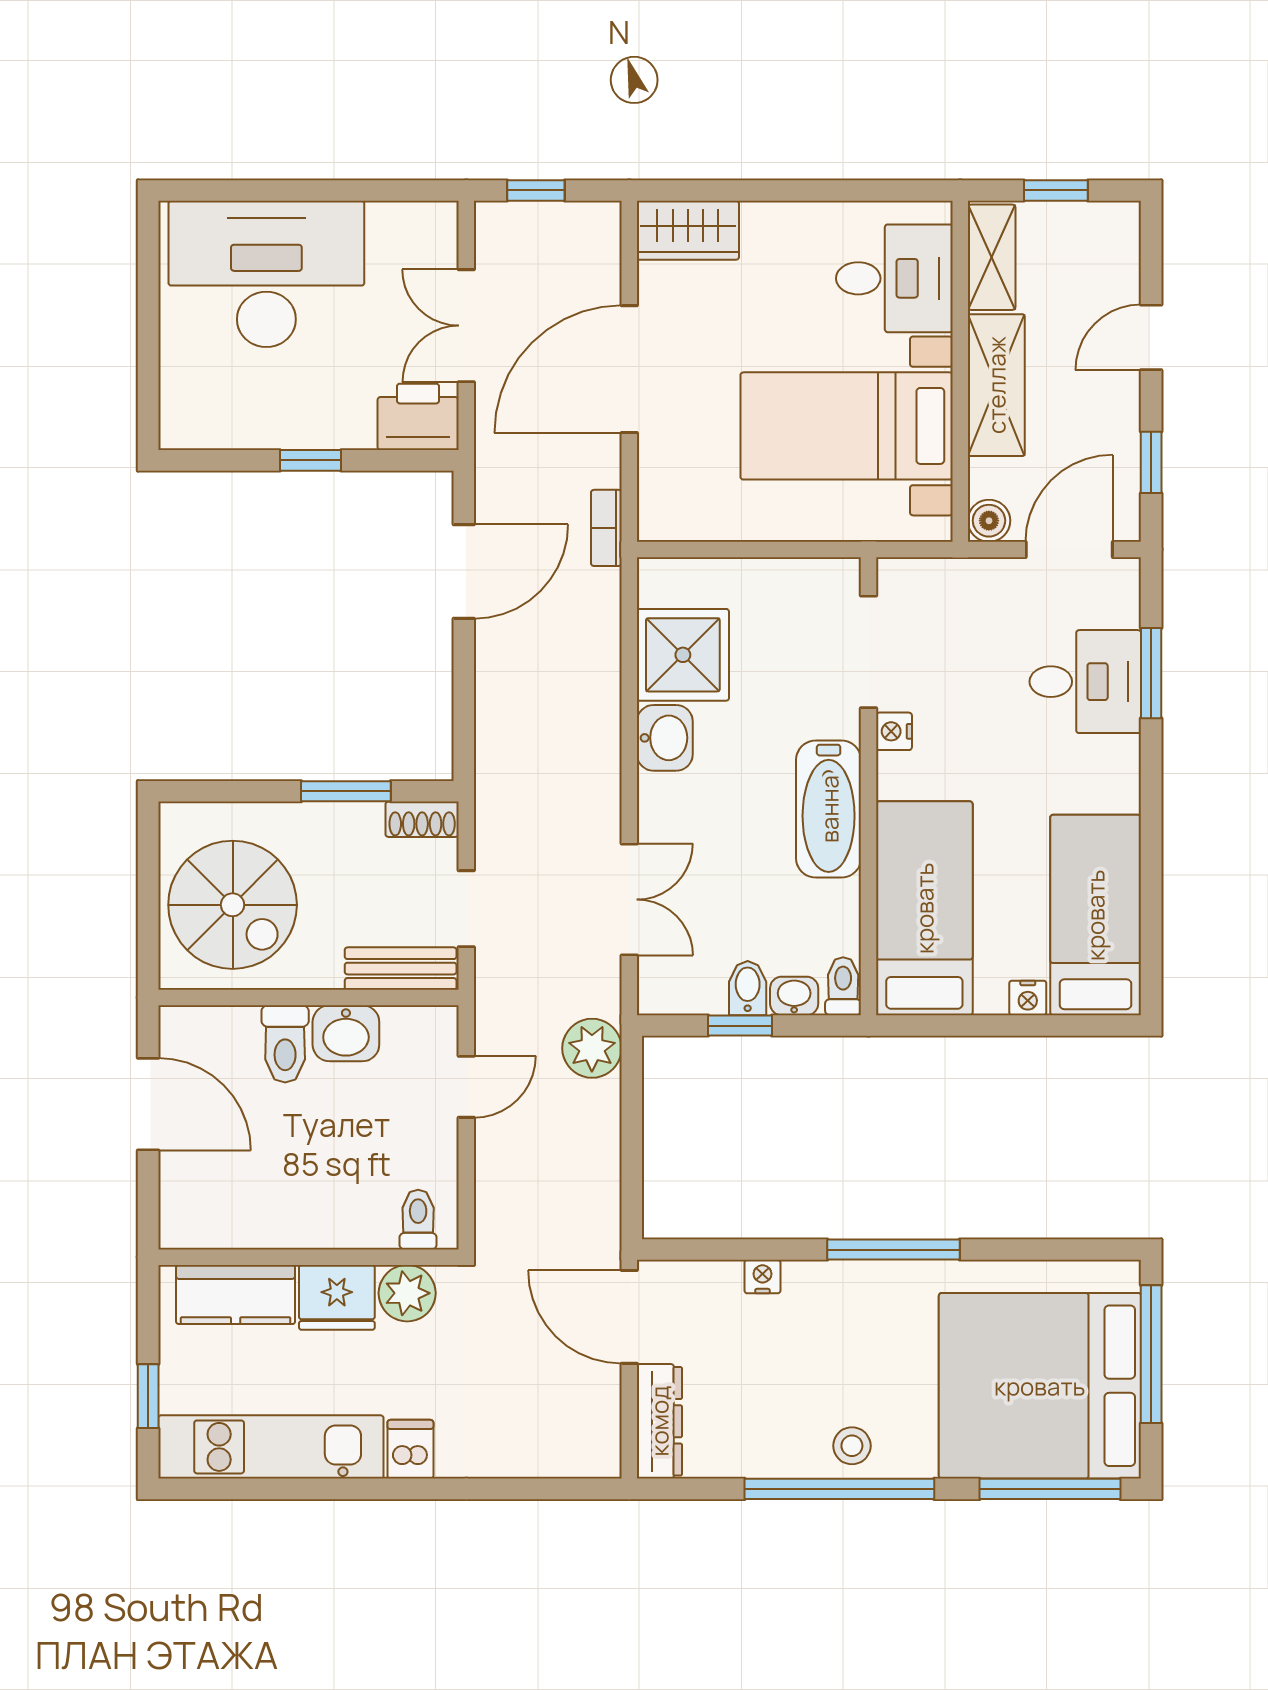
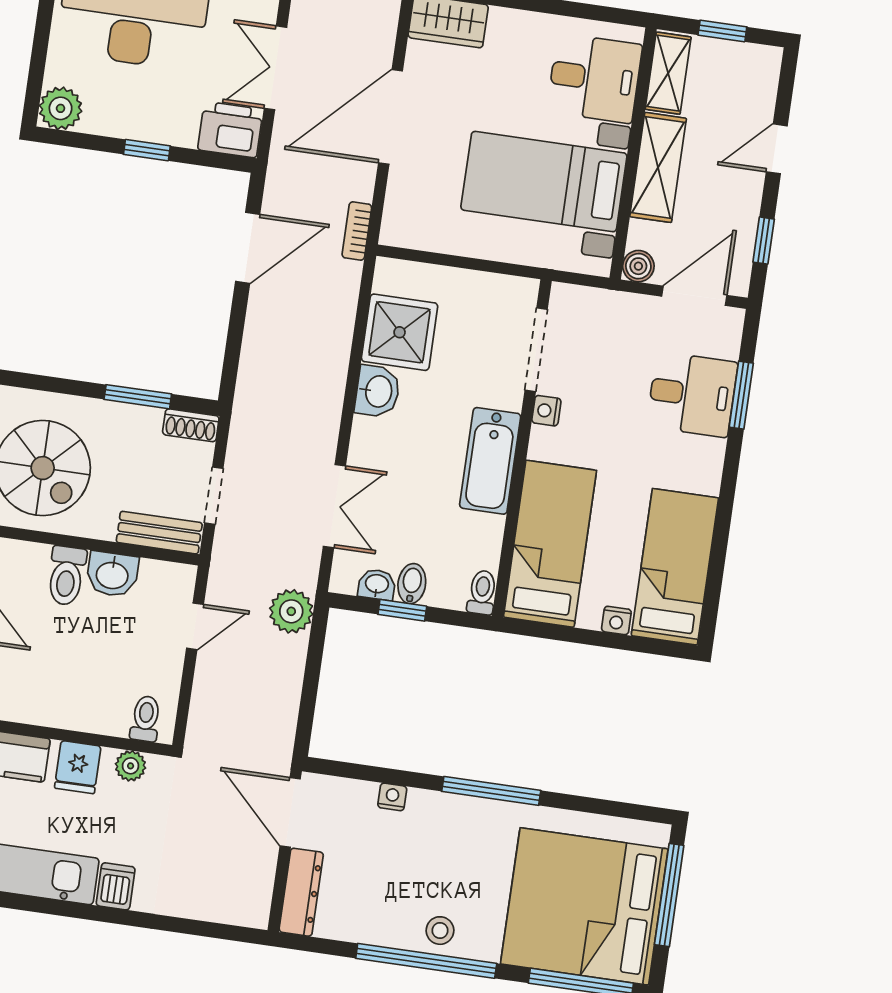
plant: (187, 421) -> (61, 108), added
washbasin: (794, 996) -> (377, 584), moved
plant: (407, 1293) -> (131, 766), width x0.73, depth x0.73
fridge: (337, 1297) -> (78, 767), width x0.72

